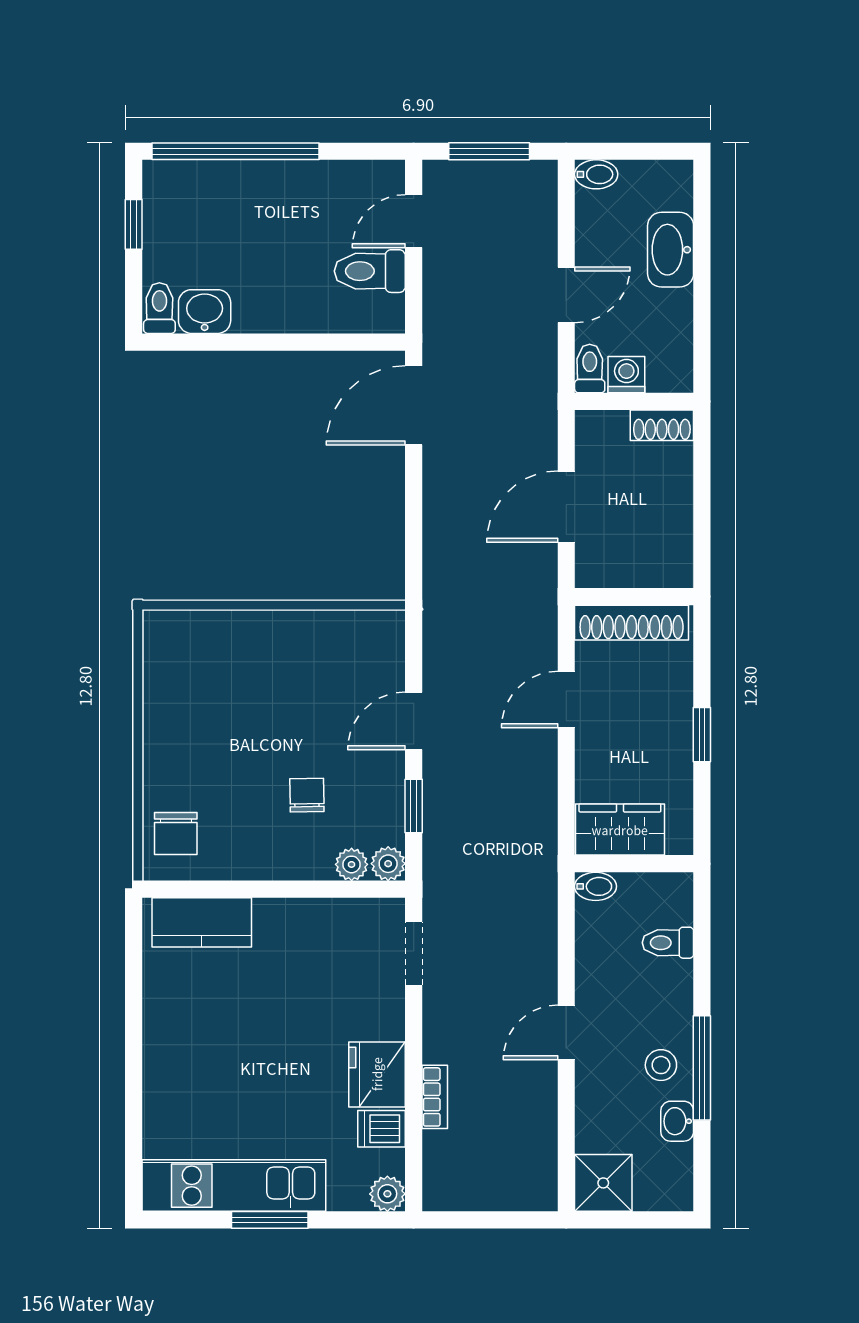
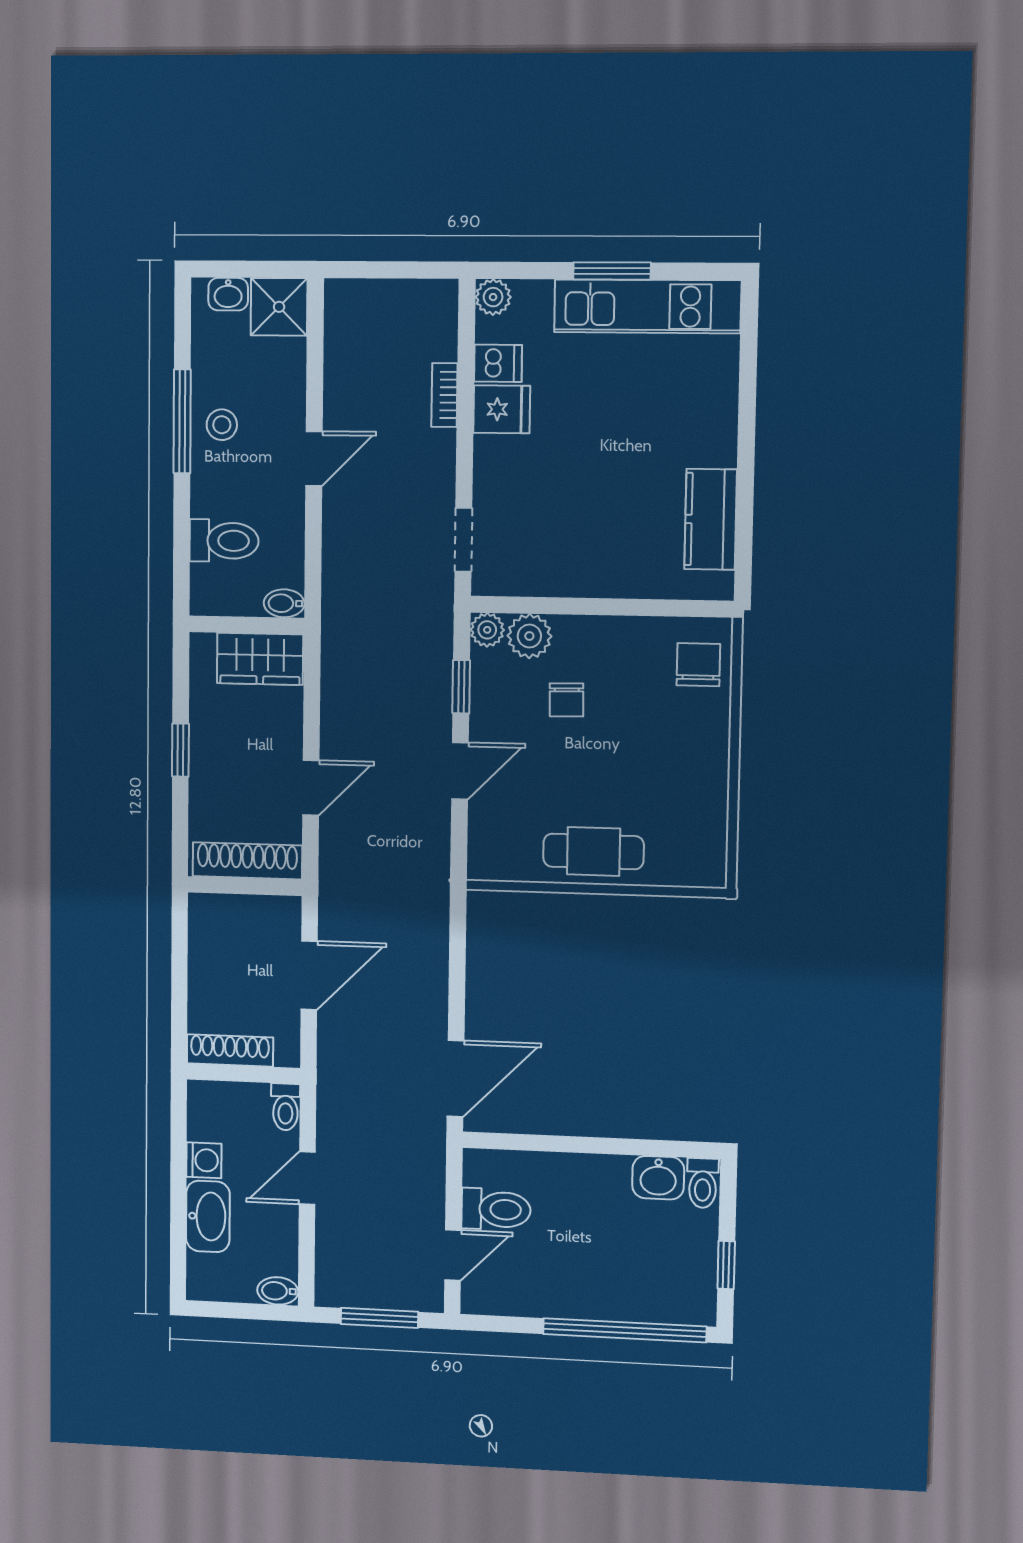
washing machine: (626, 375) -> (204, 1160), moved, turned -90
shoe rack: (662, 425) -> (230, 1050), width x1.43
cafe table: (277, 643) -> (593, 851), added
plant: (352, 864) -> (529, 636), width x1.38, depth x1.38
kitchen counter: (202, 922) -> (711, 519), moved, turned -90
toilet: (668, 943) -> (224, 541), width x1.37, depth x1.39
fridge: (377, 1074) -> (502, 409), width x0.72
washbasin: (677, 1121) -> (228, 294), moved, turned 90

